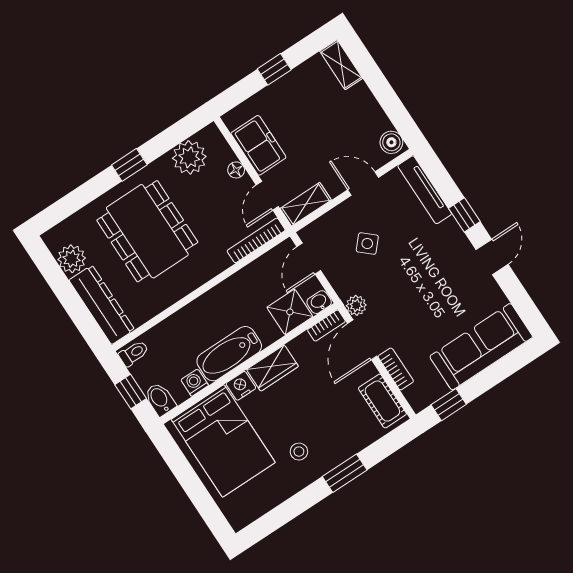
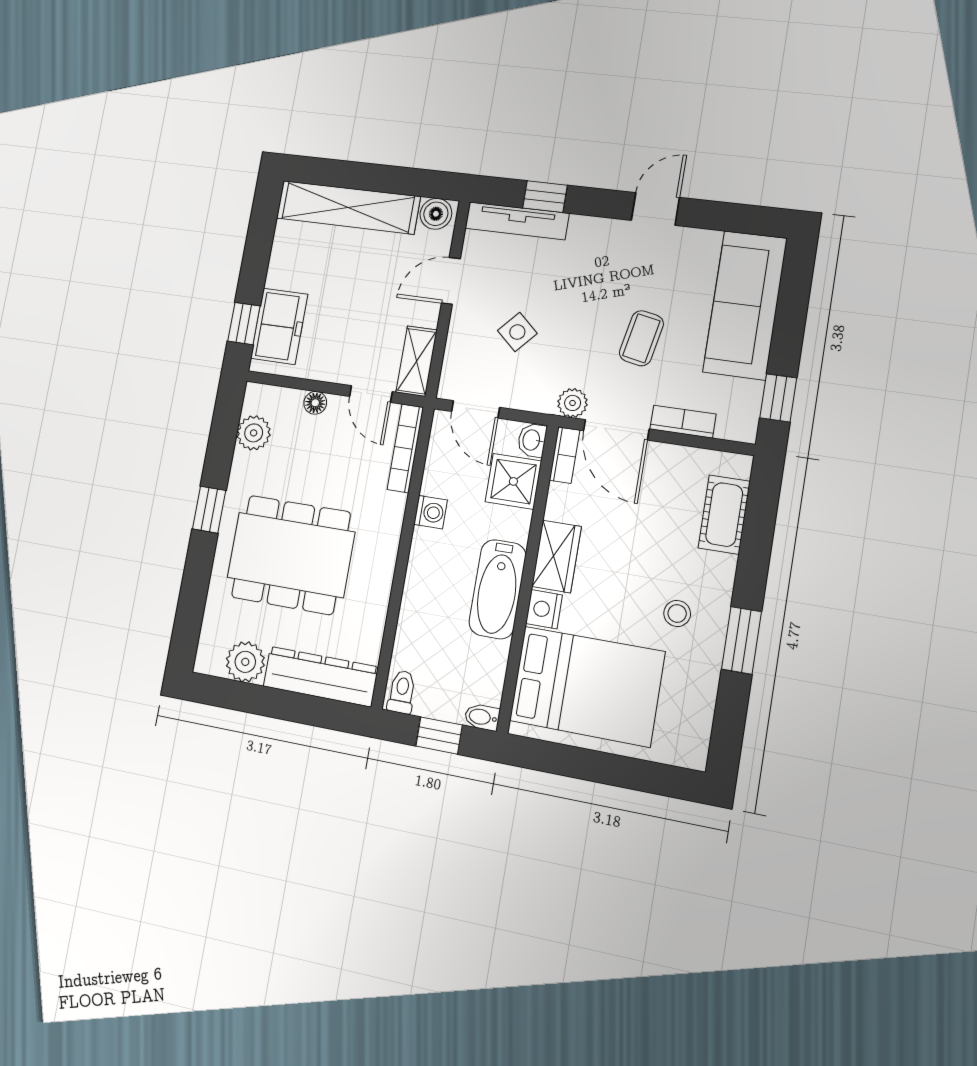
shelving: (341, 65) -> (348, 207), width x2.20, depth x1.33
window: (274, 69) -> (244, 324), moved
freezer: (258, 145) -> (279, 326), moved, turned 90
plant: (189, 157) -> (254, 433), width x0.73, depth x0.73
window: (464, 215) -> (545, 197), moved
door: (492, 257) -> (655, 209), hinge flipped
coffee table: (420, 310) -> (641, 338), added
washing machine: (195, 383) -> (431, 512), moved, turned 180
bidet: (160, 399) -> (482, 717), width x0.72, depth x0.74
cot: (382, 401) -> (724, 515), moved, turned 90
window: (345, 473) -> (741, 640), moved

